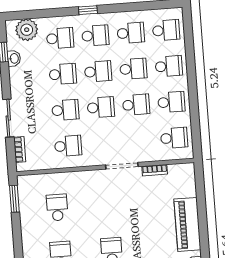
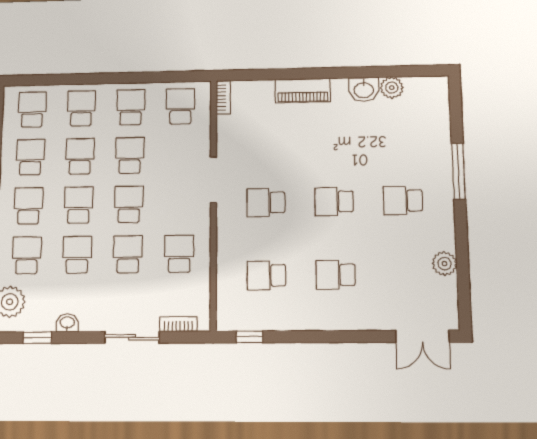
washbasin: (14, 58) -> (67, 323), moved
bookcase: (155, 170) -> (223, 97), moved
window: (14, 199) -> (249, 337), width x0.67
school desk: (108, 204) -> (266, 202), added
piano: (187, 224) -> (303, 91), width x0.73, depth x0.75

